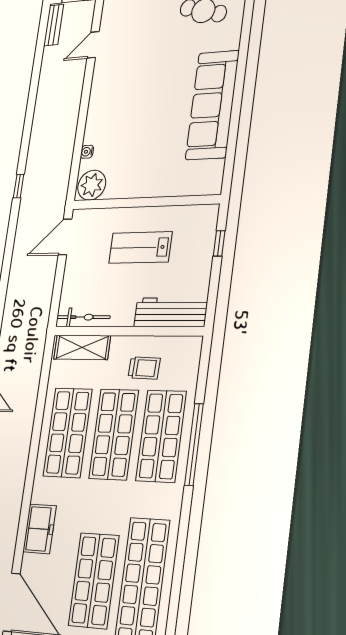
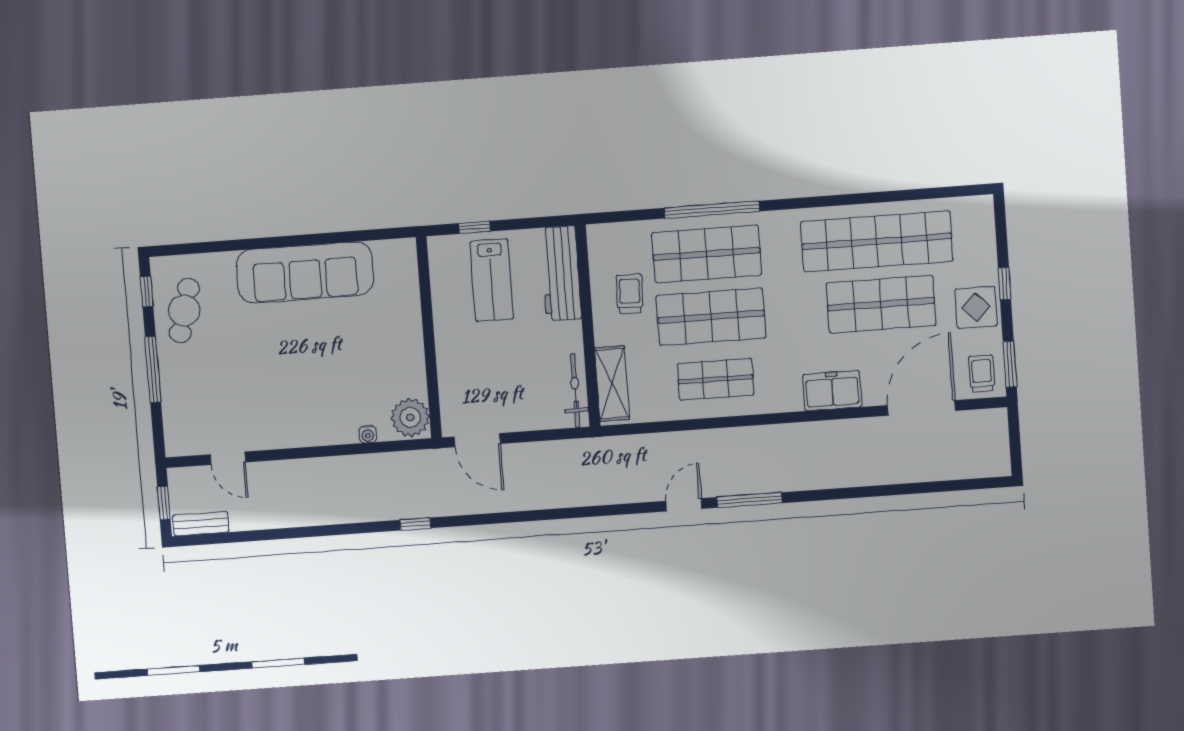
lab bench: (140, 247) -> (492, 280), moved
shop shelf: (68, 433) -> (716, 379), width x0.70, depth x0.74

